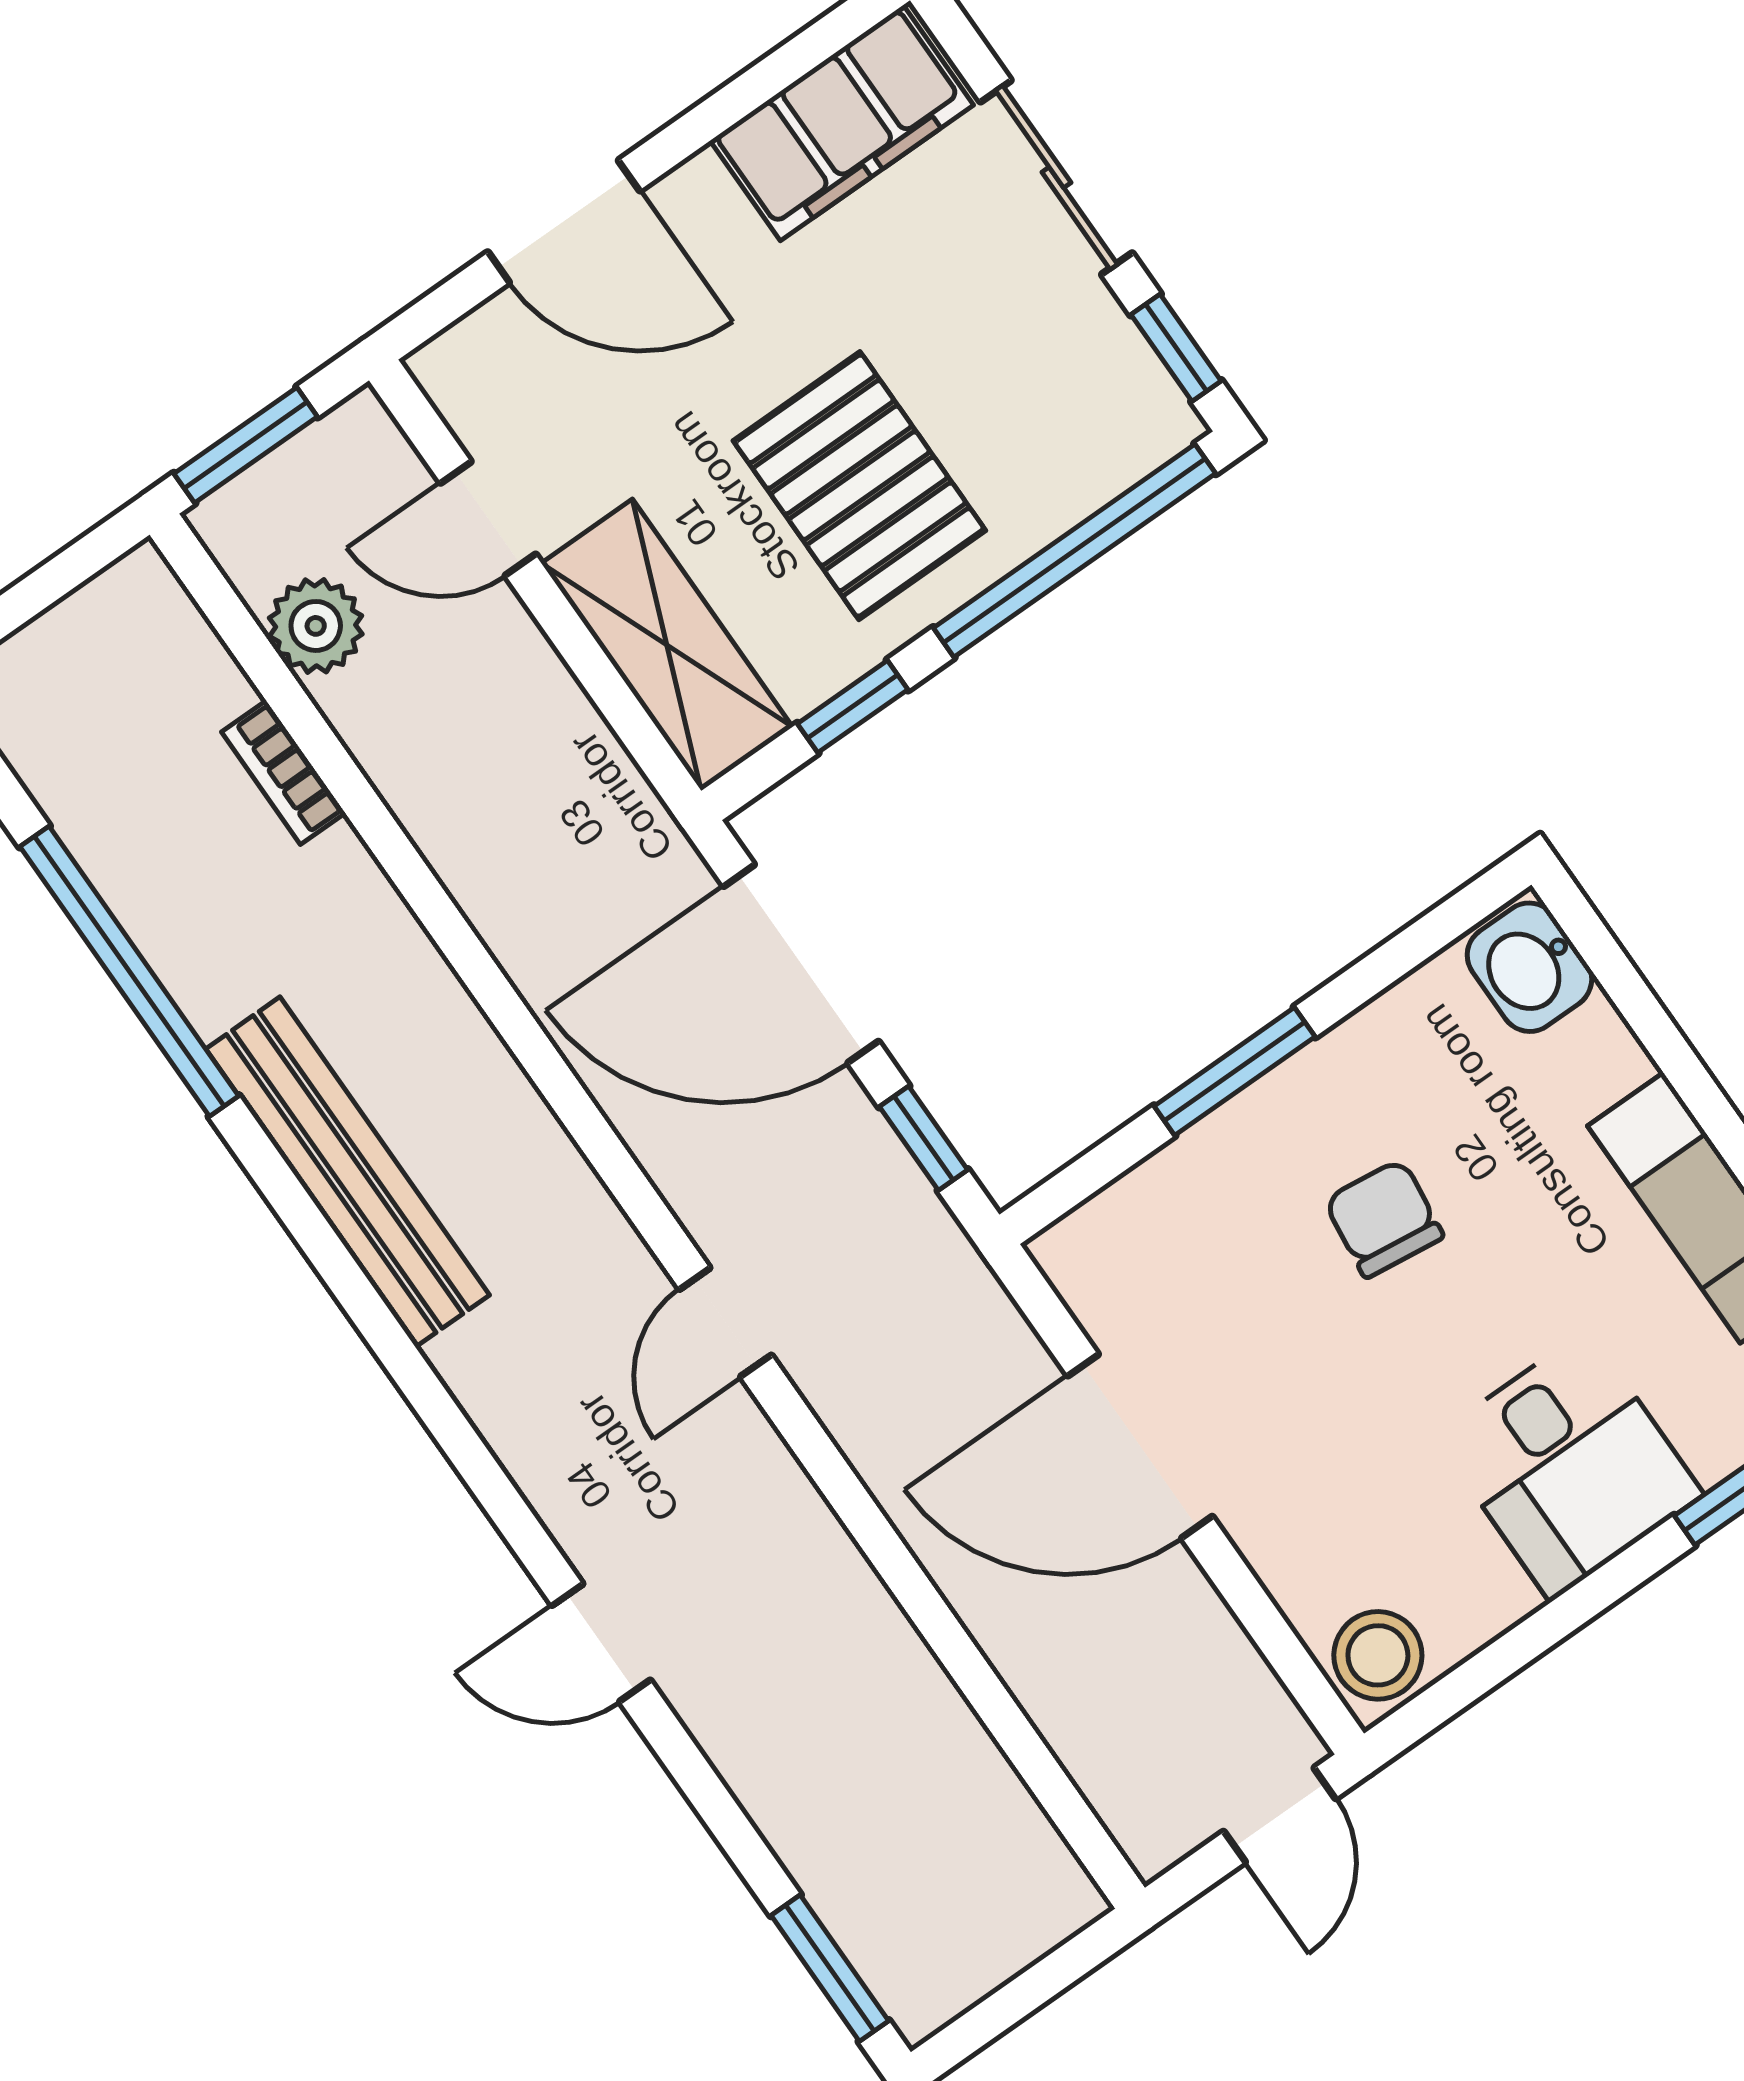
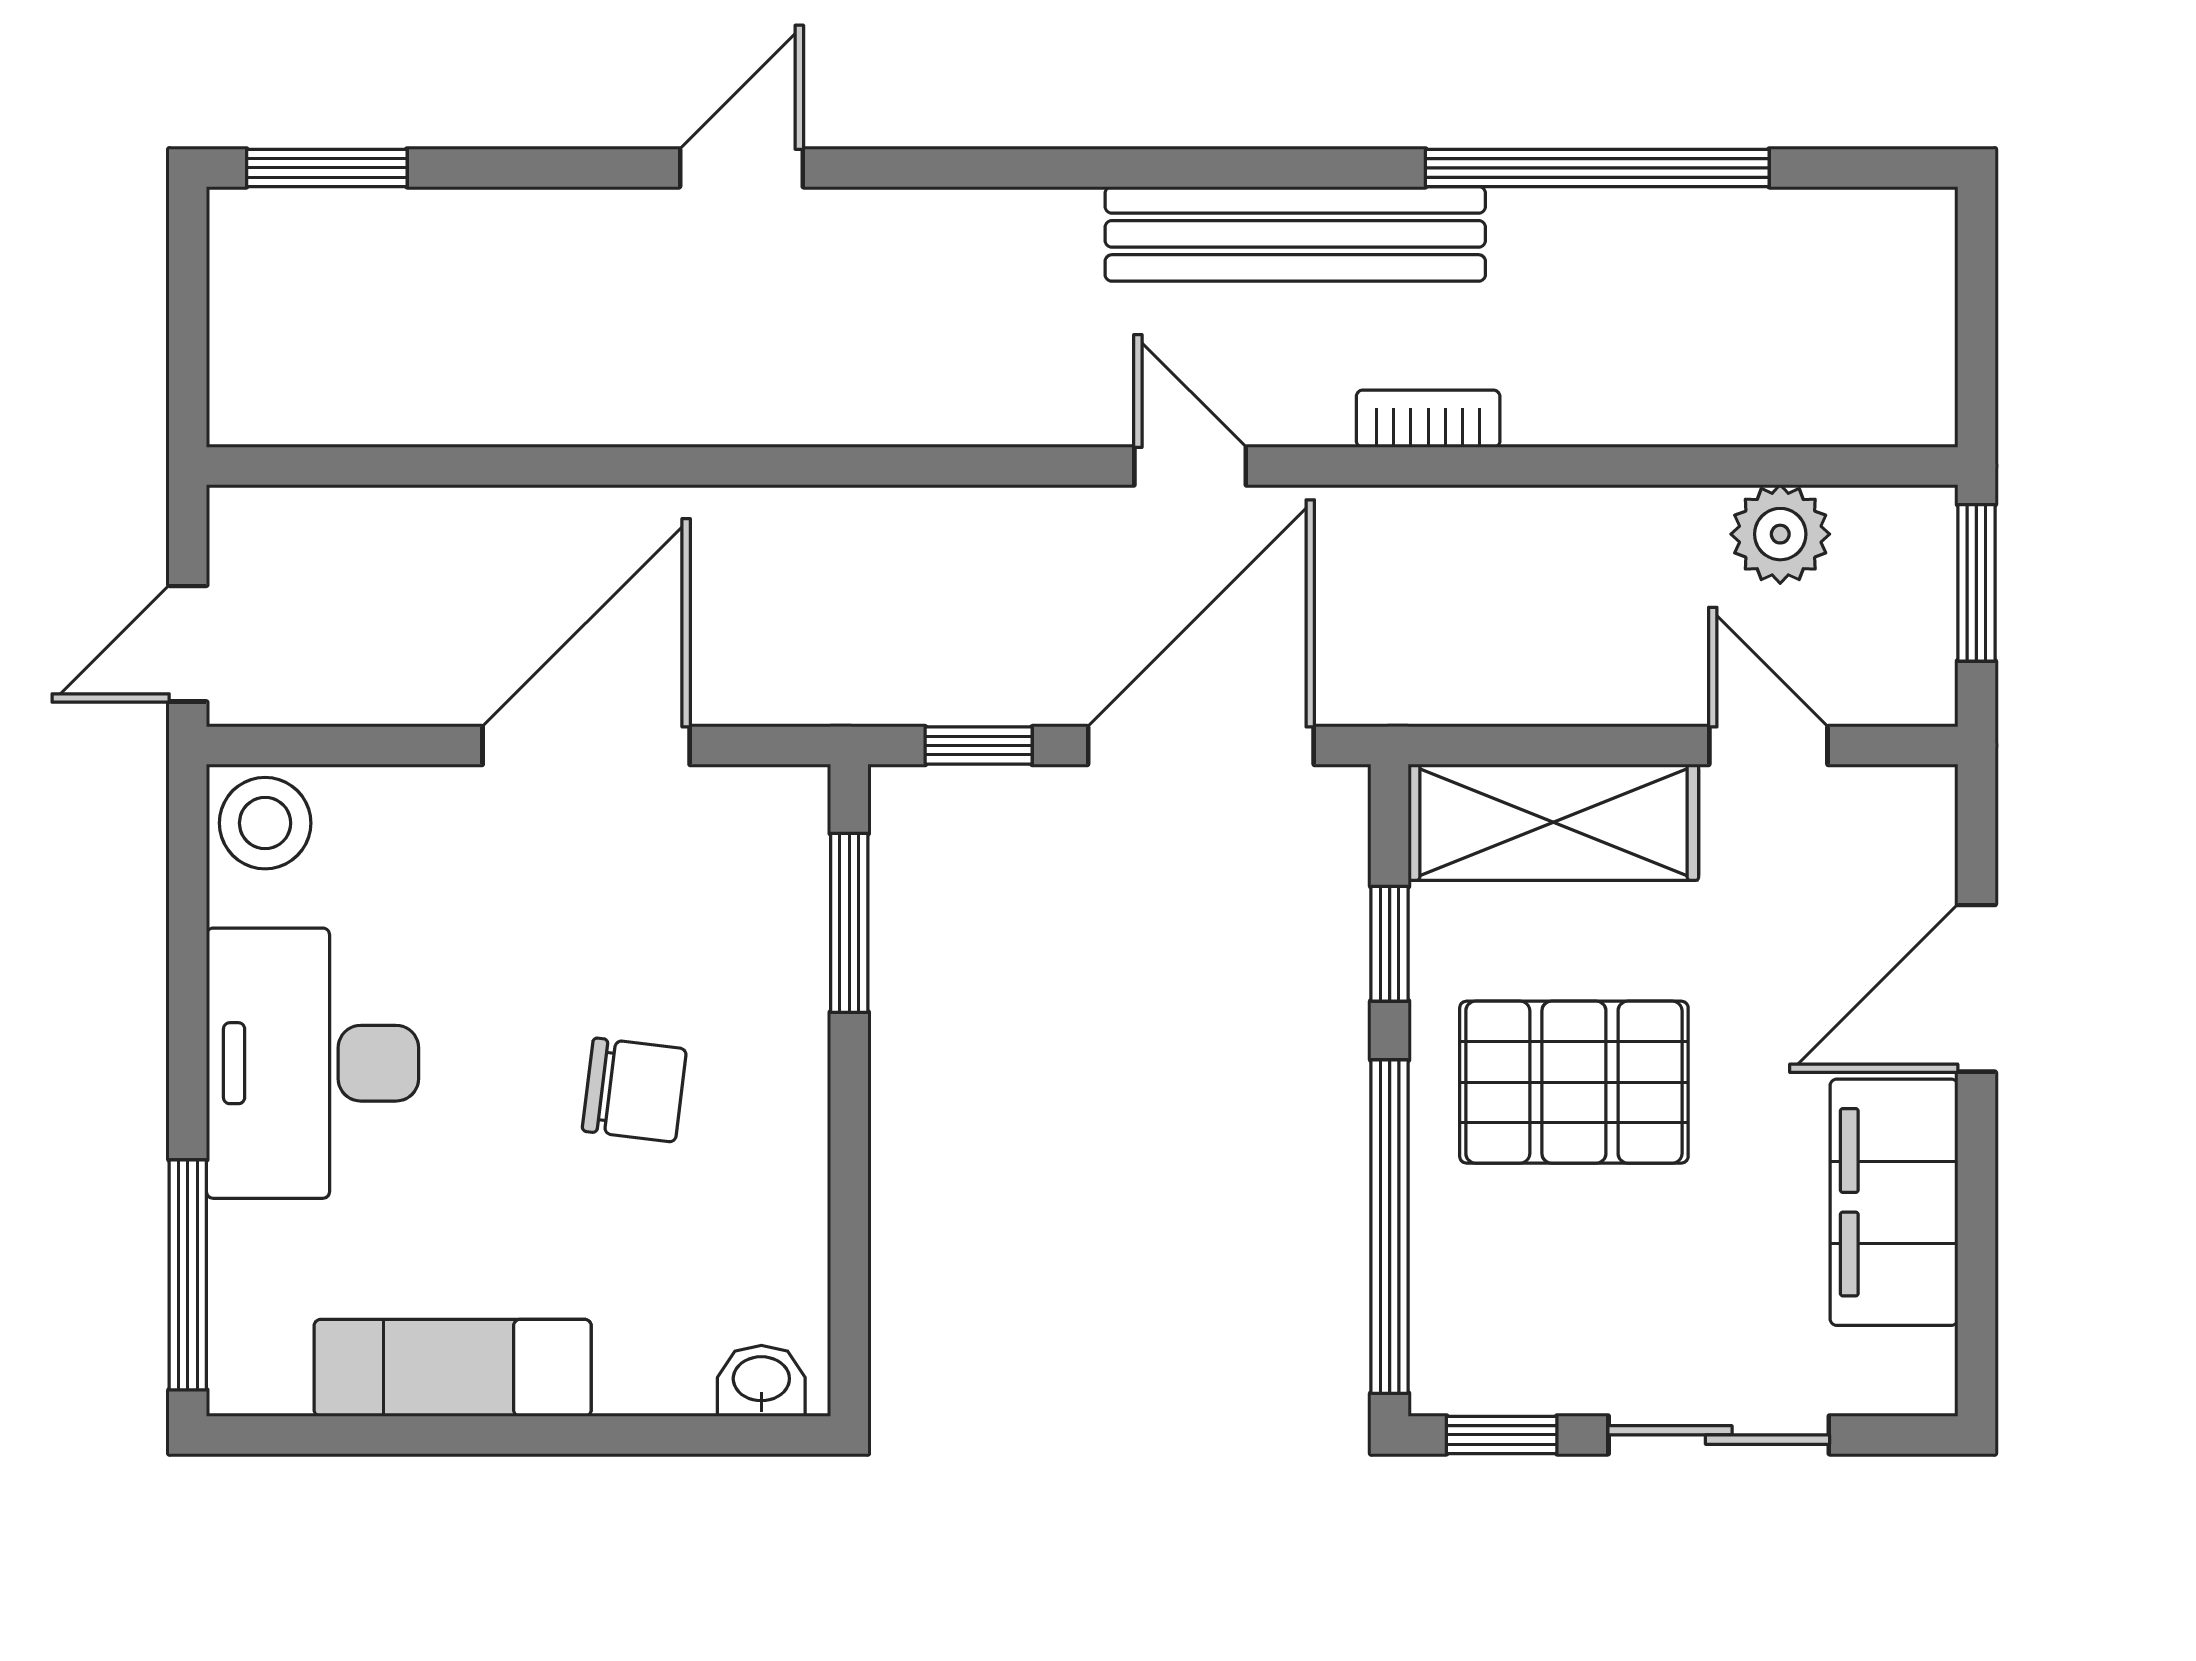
filing cabinet: (842, 123) -> (1894, 1202), moved
door: (488, 519) -> (1768, 746), hinge flipped
bookcase: (283, 772) -> (1428, 419), moved
washbasin: (1529, 967) -> (761, 1381), width x0.72, depth x0.69
window: (1235, 1071) -> (849, 923), moved
door: (725, 1322) -> (1190, 466), moved
desk: (1569, 1465) -> (313, 1063), width x1.37
door: (1280, 1815) -> (188, 644), hinge flipped

